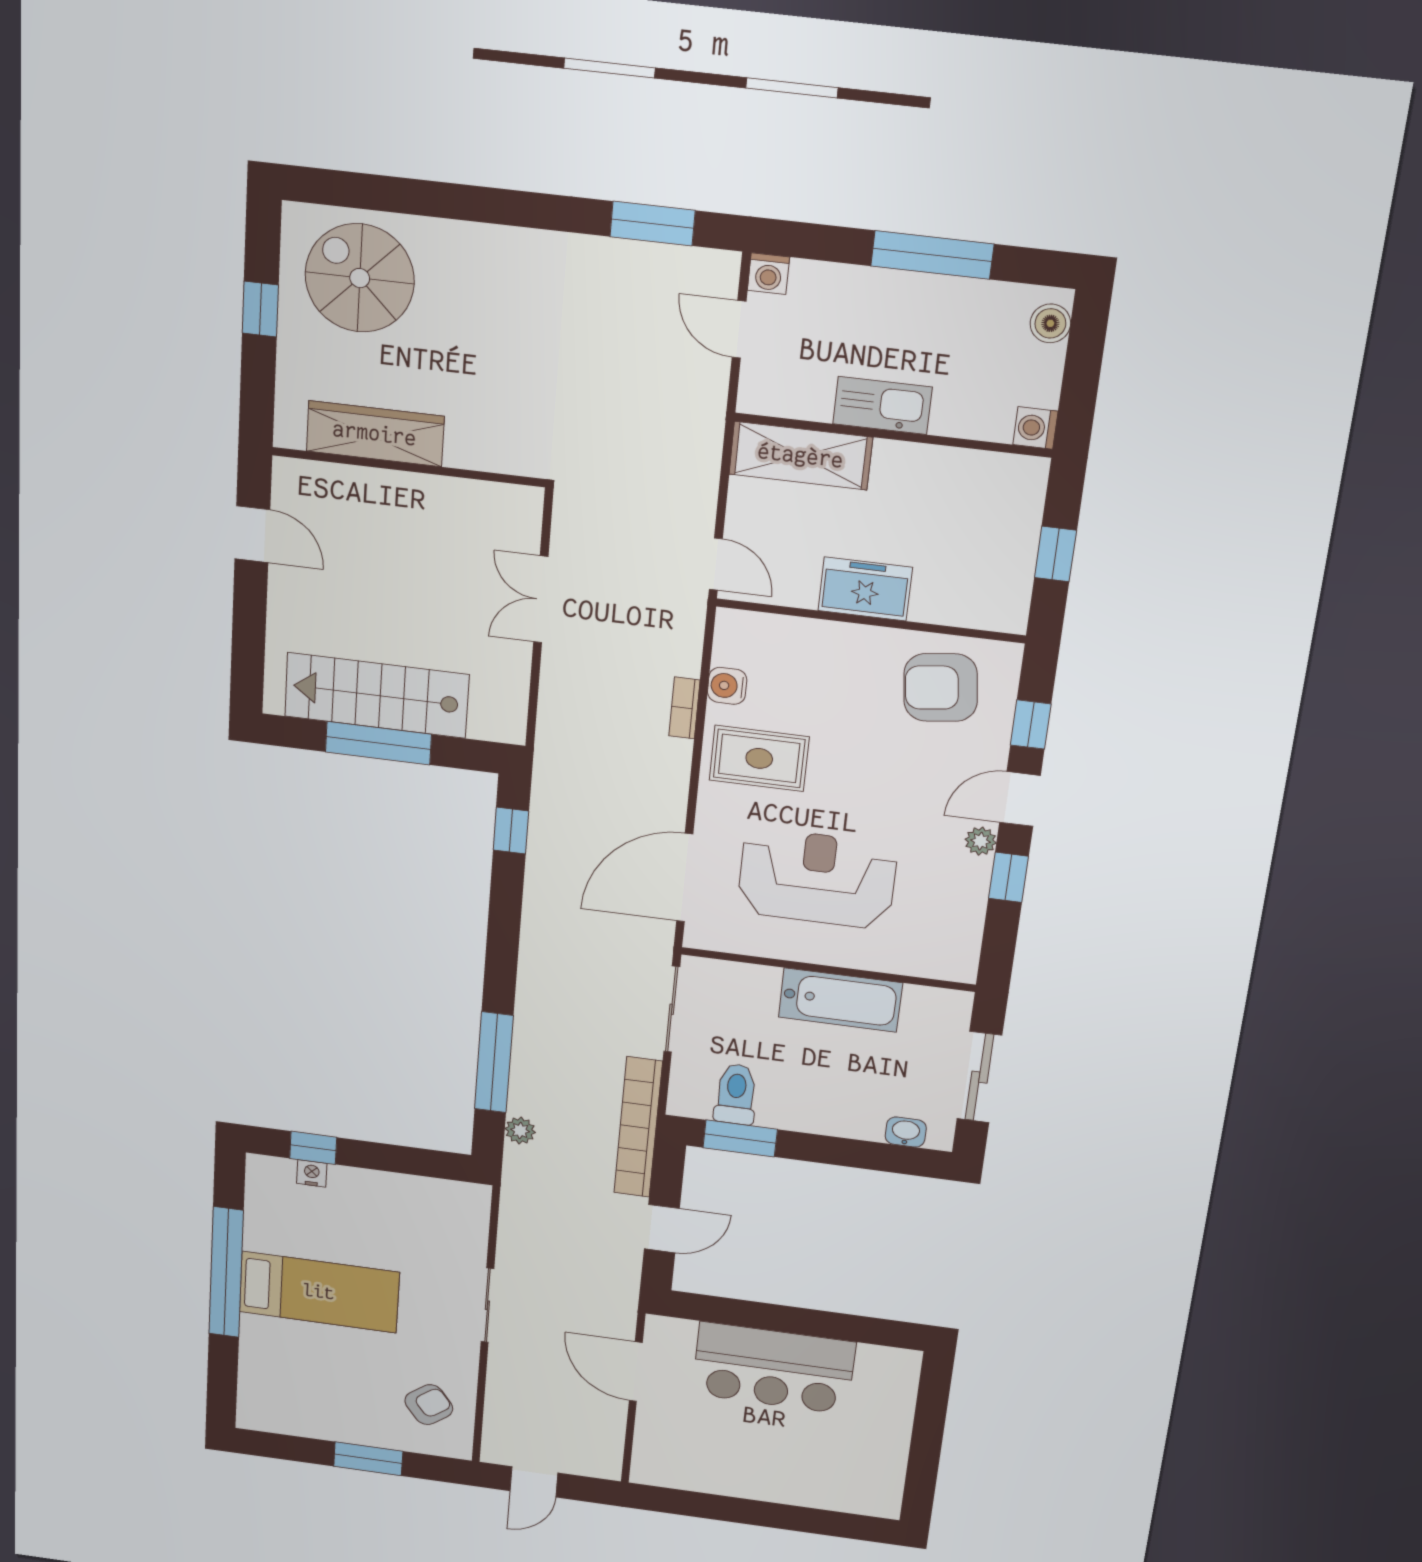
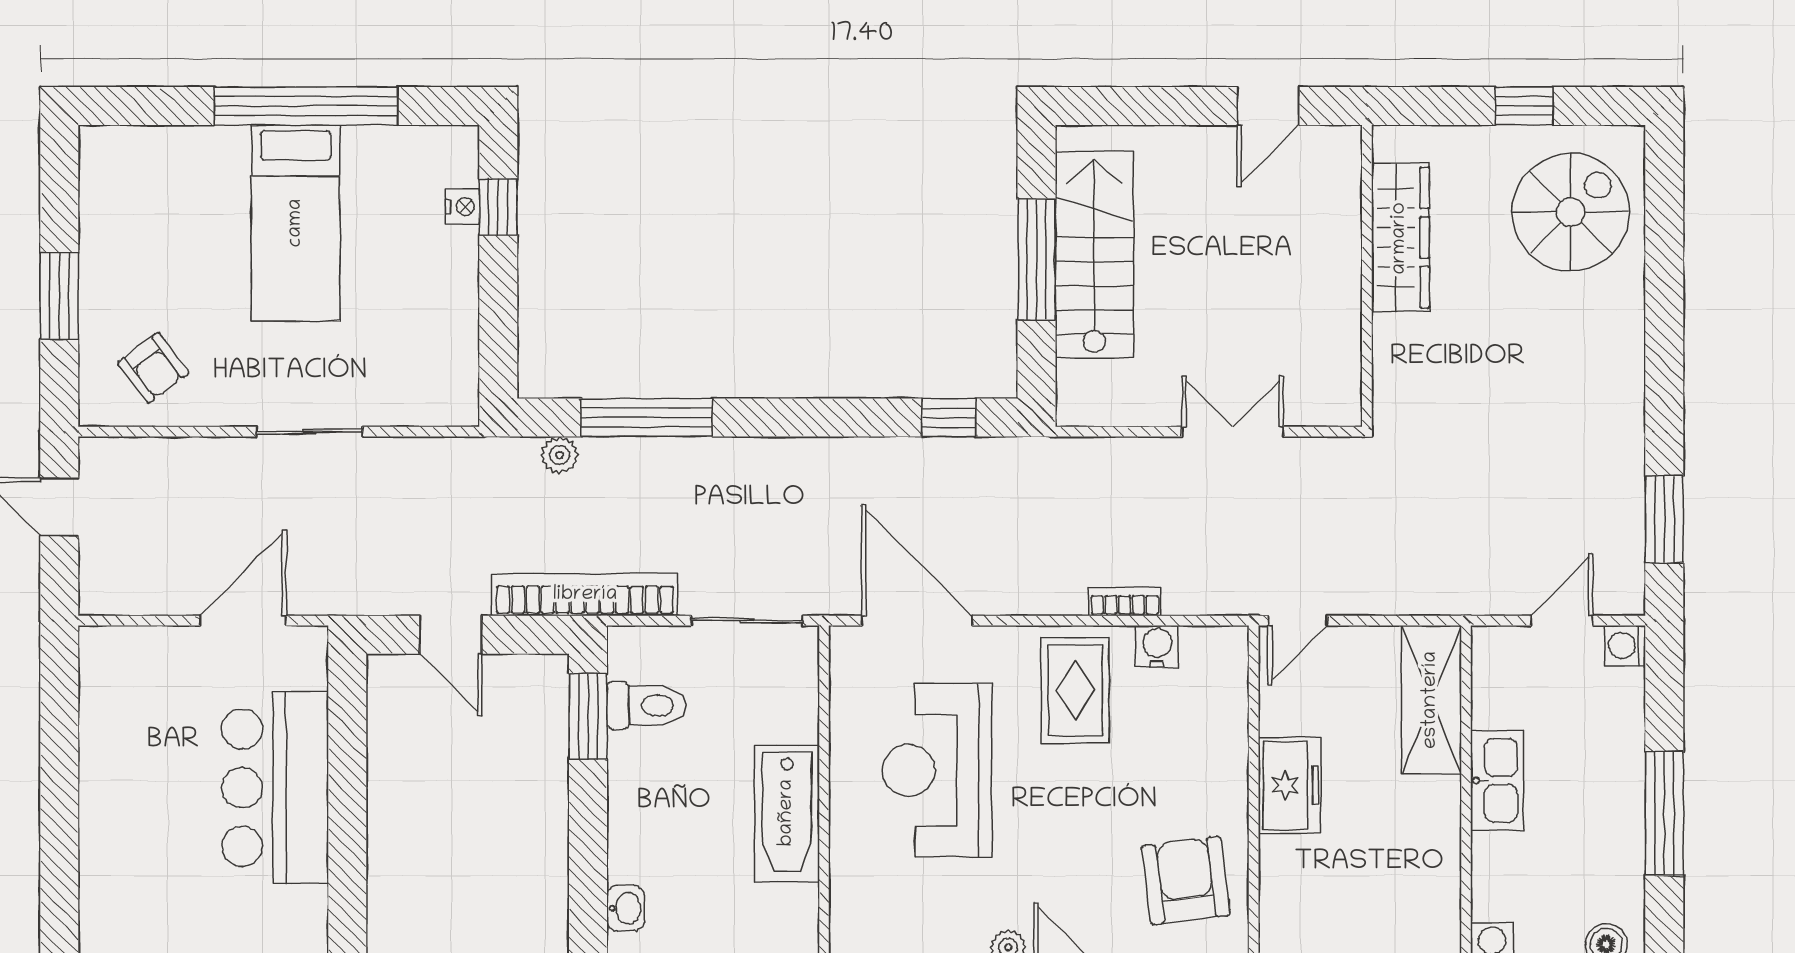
reception desk: (817, 878) -> (937, 770), turned 180

